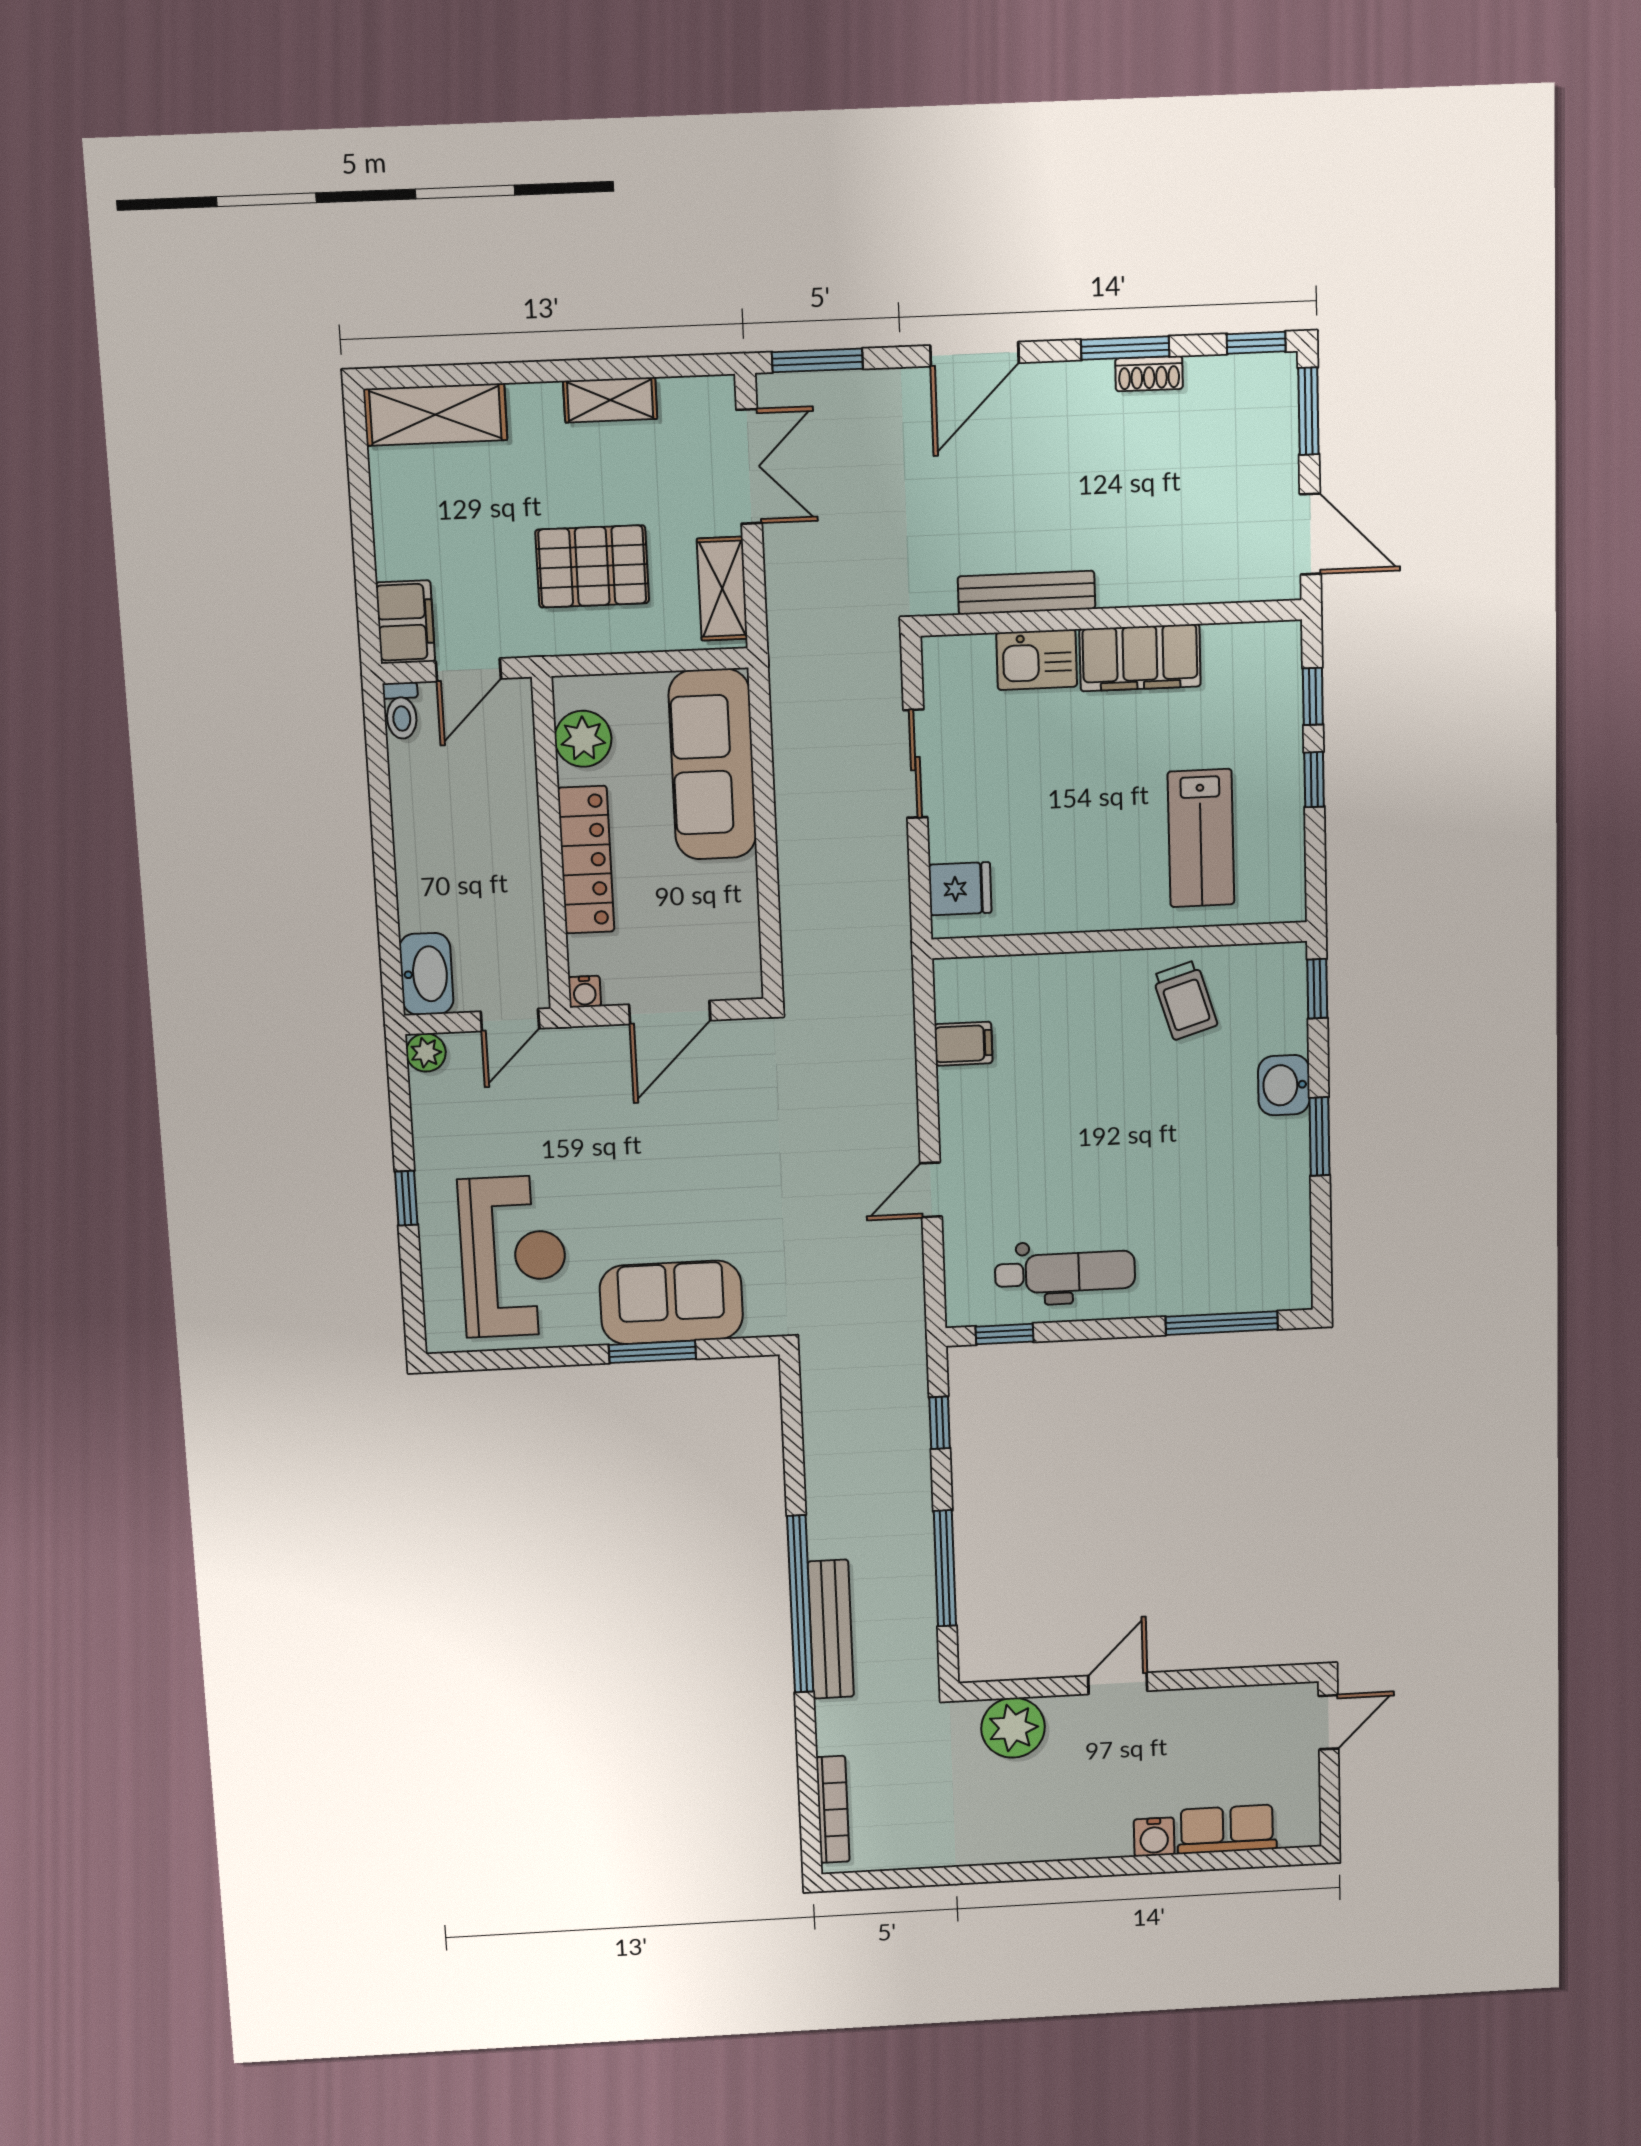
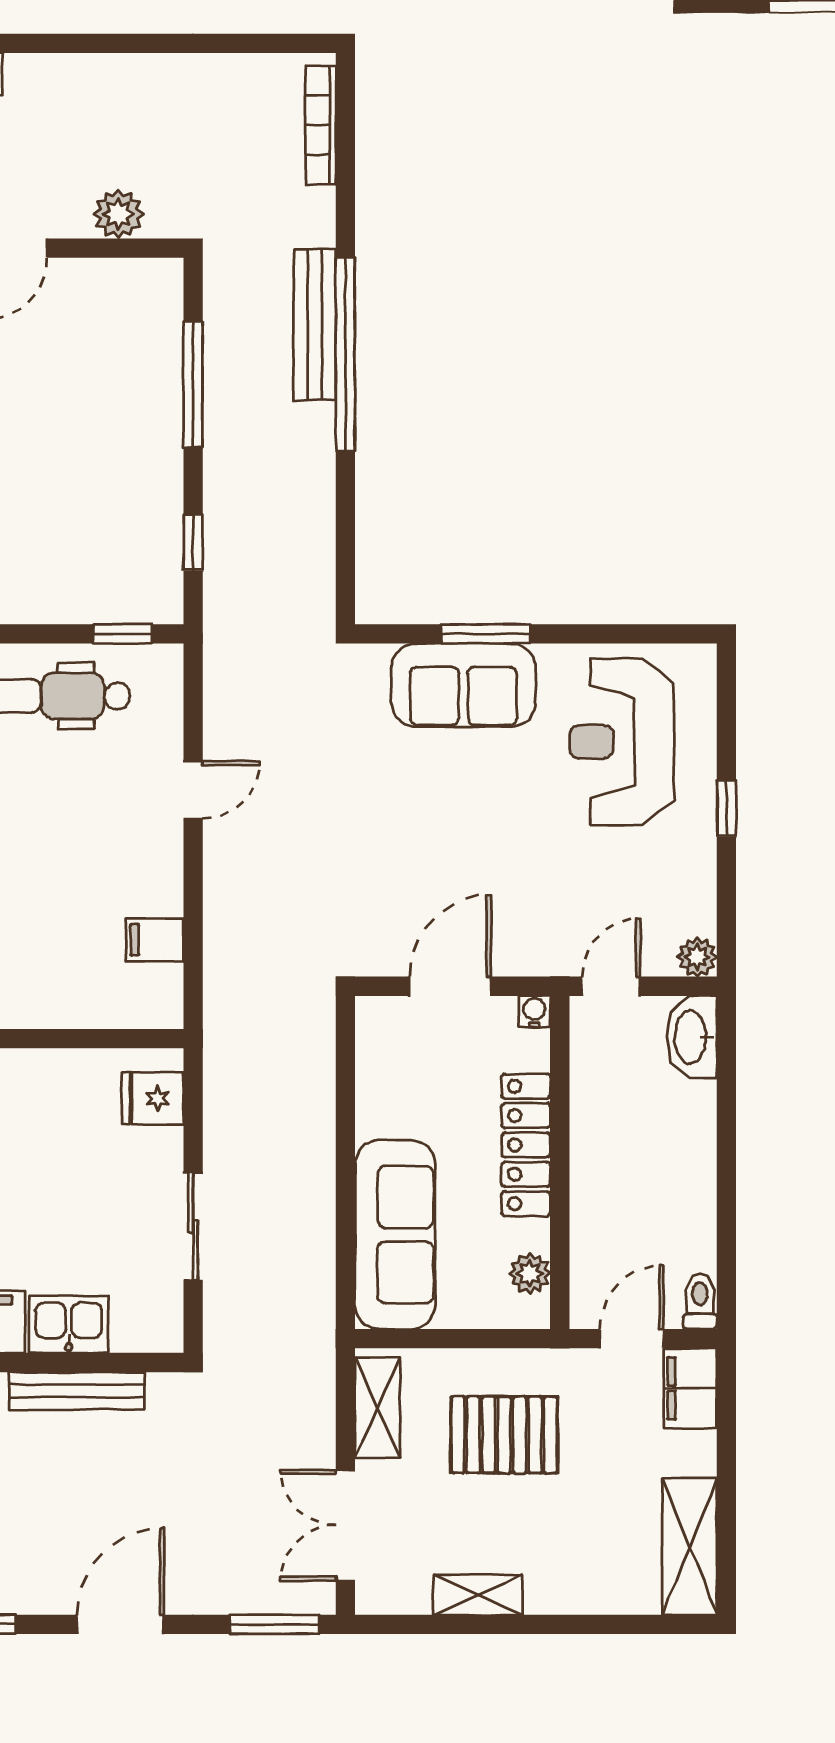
shelving: (435, 415) -> (690, 1547), moved, turned 90
plant: (583, 739) -> (530, 1273), width x0.73, depth x0.73
plant: (1013, 1728) -> (118, 214), width x0.73, depth x0.73

